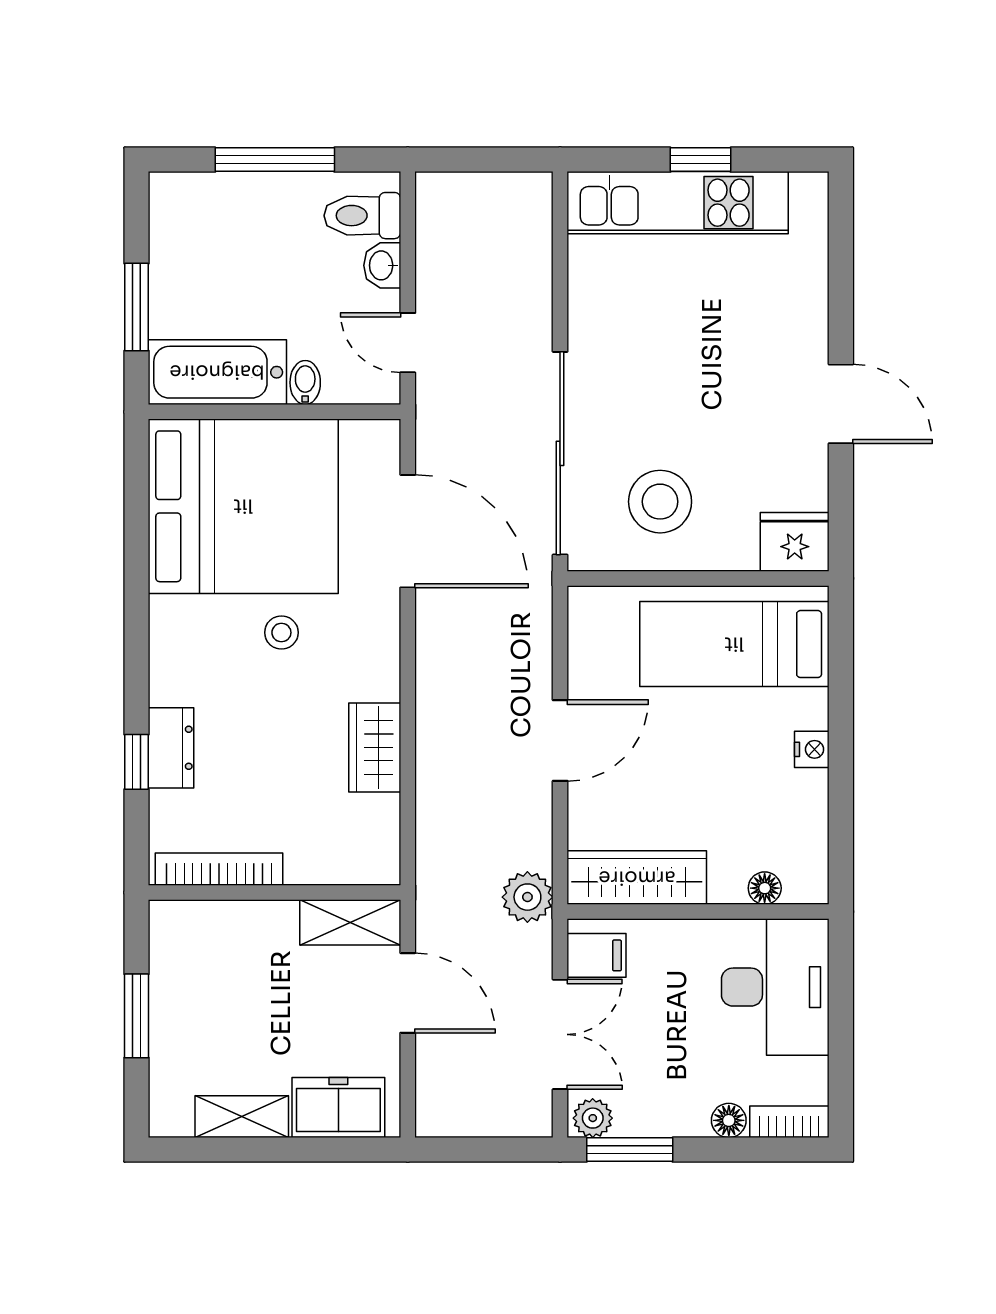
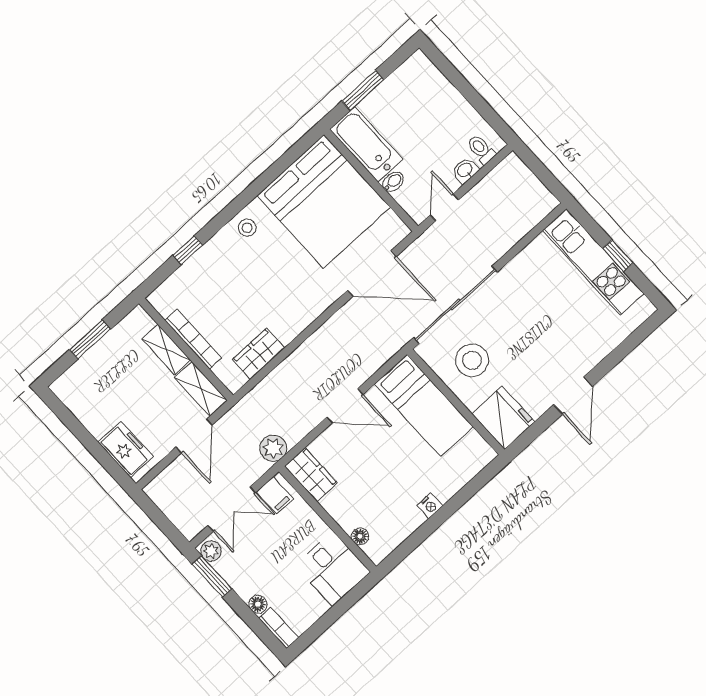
window: (275, 160) -> (468, 92), removed
toilet: (362, 216) -> (481, 149), width x0.73, depth x0.72
door: (408, 531) -> (372, 274), hinge flipped
fridge: (795, 542) -> (503, 418), width x1.36, depth x1.34
stool: (281, 633) -> (247, 228), moved
bed: (734, 644) -> (424, 405), moved, turned 180
dresser: (171, 748) -> (205, 259), removed
wardrobe: (375, 748) -> (258, 354), moved
bookcase: (219, 869) -> (193, 339), moved
wardrobe: (637, 878) -> (311, 475), width x0.67
desk: (775, 987) -> (333, 569), width x0.73
shelving: (242, 1117) -> (166, 349), moved

